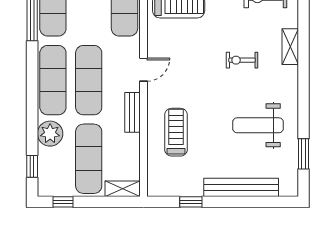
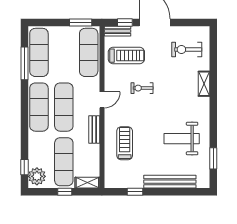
exercise bike: (242, 60) -> (142, 88), moved
plant: (50, 134) -> (37, 176), moved
window: (63, 202) -> (65, 192), moved

